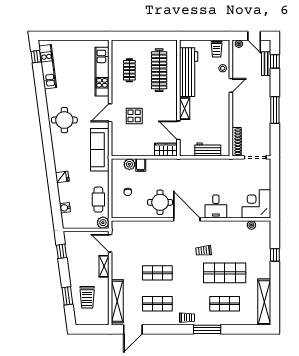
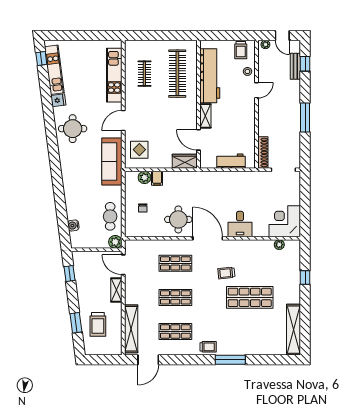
display table: (134, 116) -> (139, 150), moved
fridge: (62, 177) -> (58, 100), moved
shop shelf: (225, 304) -> (175, 263), moved

